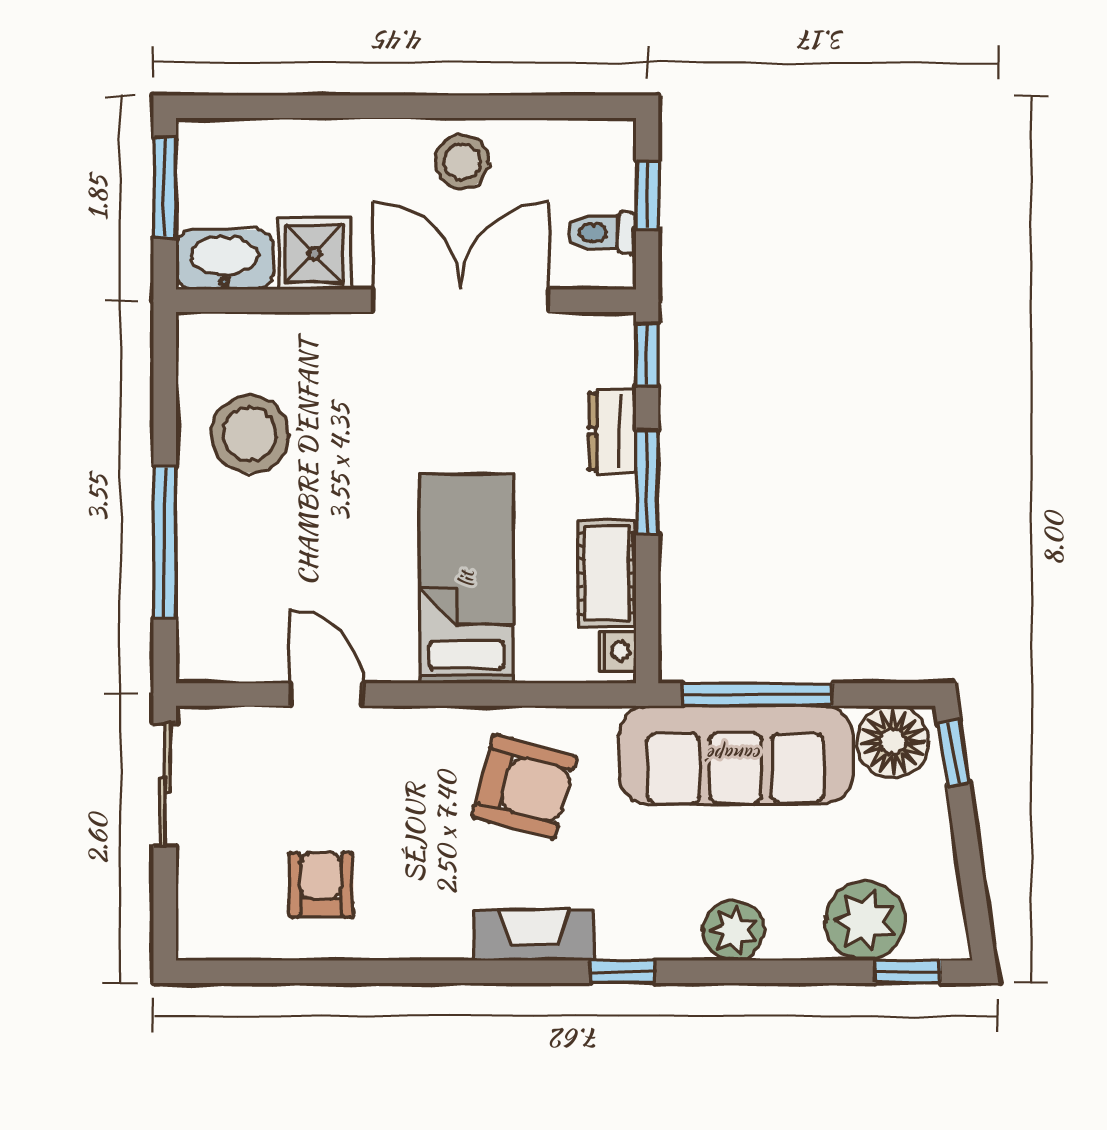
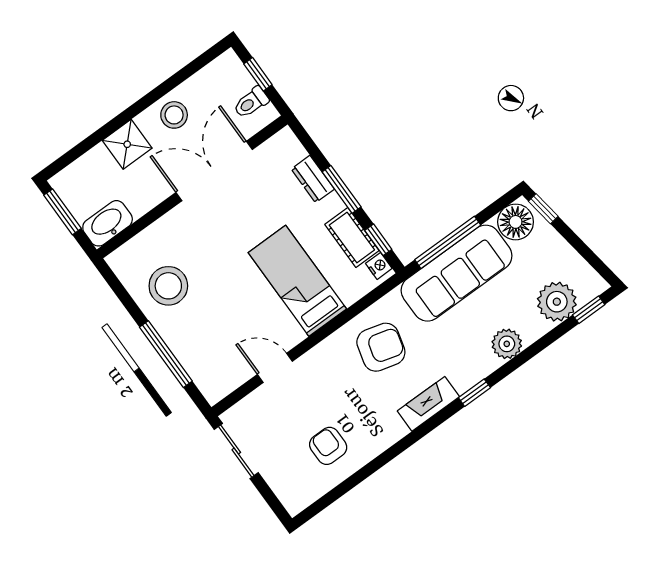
shower: (314, 253) -> (127, 144), moved
window: (647, 355) -> (378, 240), moved

